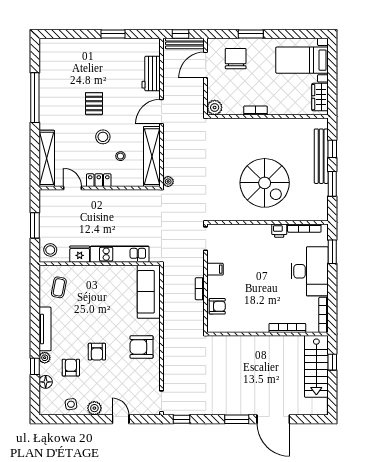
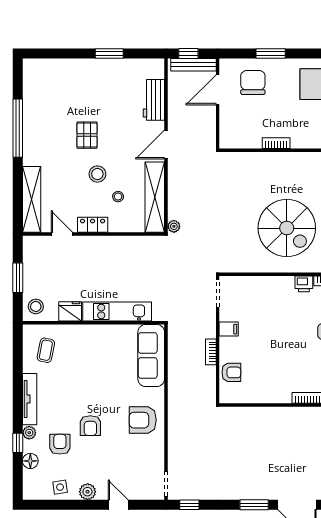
plant: (215, 107) -> (228, 140), removed

